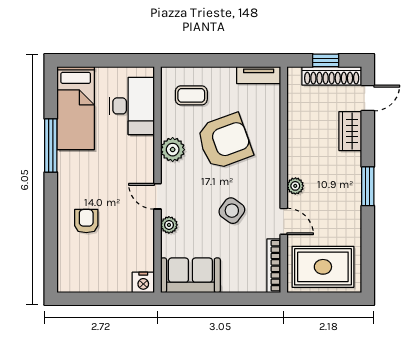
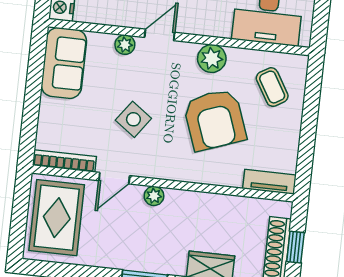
tv unit: (259, 75) -> (269, 182), moved, turned 90
coffee table: (191, 95) -> (272, 87), turned -31

